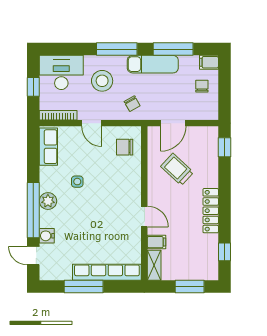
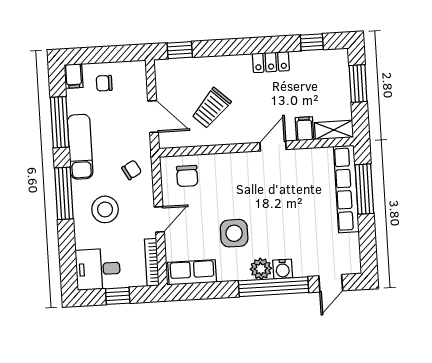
desk: (61, 72) -> (98, 269), width x0.73
side table: (77, 182) -> (234, 233), width x1.87, depth x1.87
locker: (211, 211) -> (271, 62), width x0.66
water cooler: (47, 236) -> (283, 269), moved
window: (84, 287) -> (364, 189), moved

